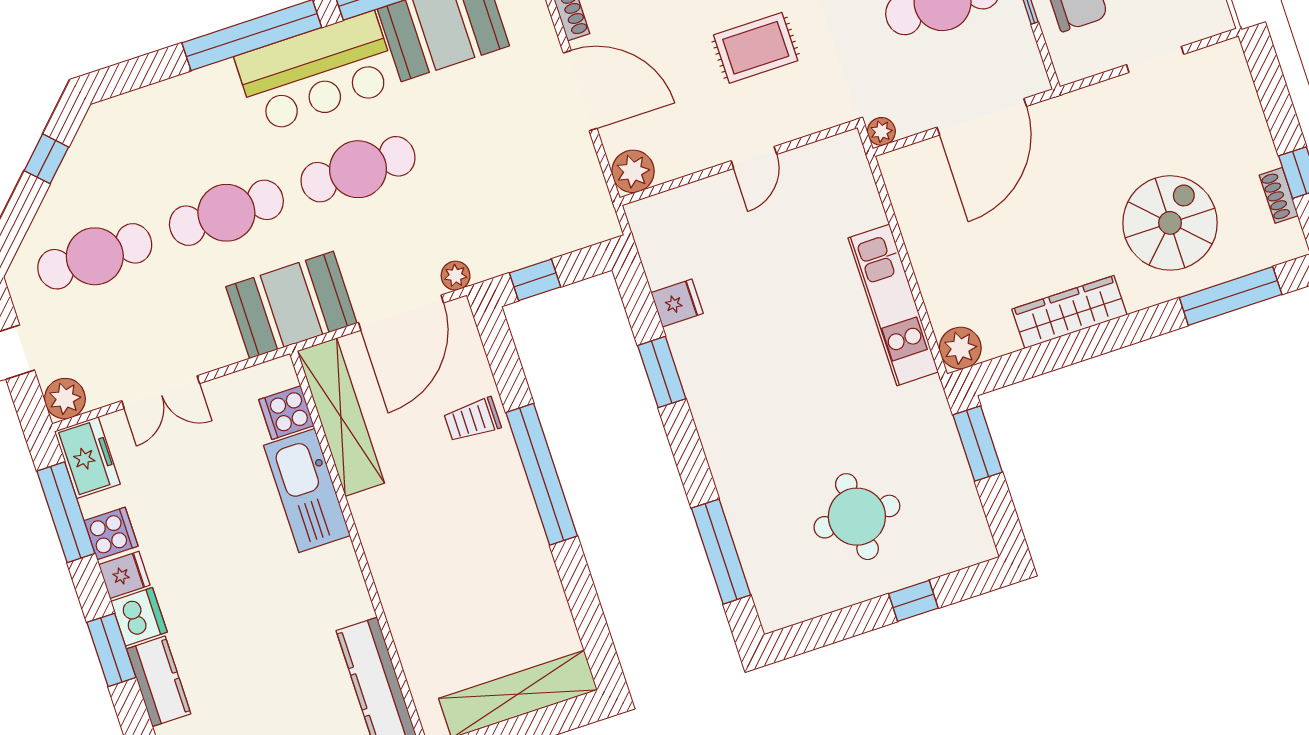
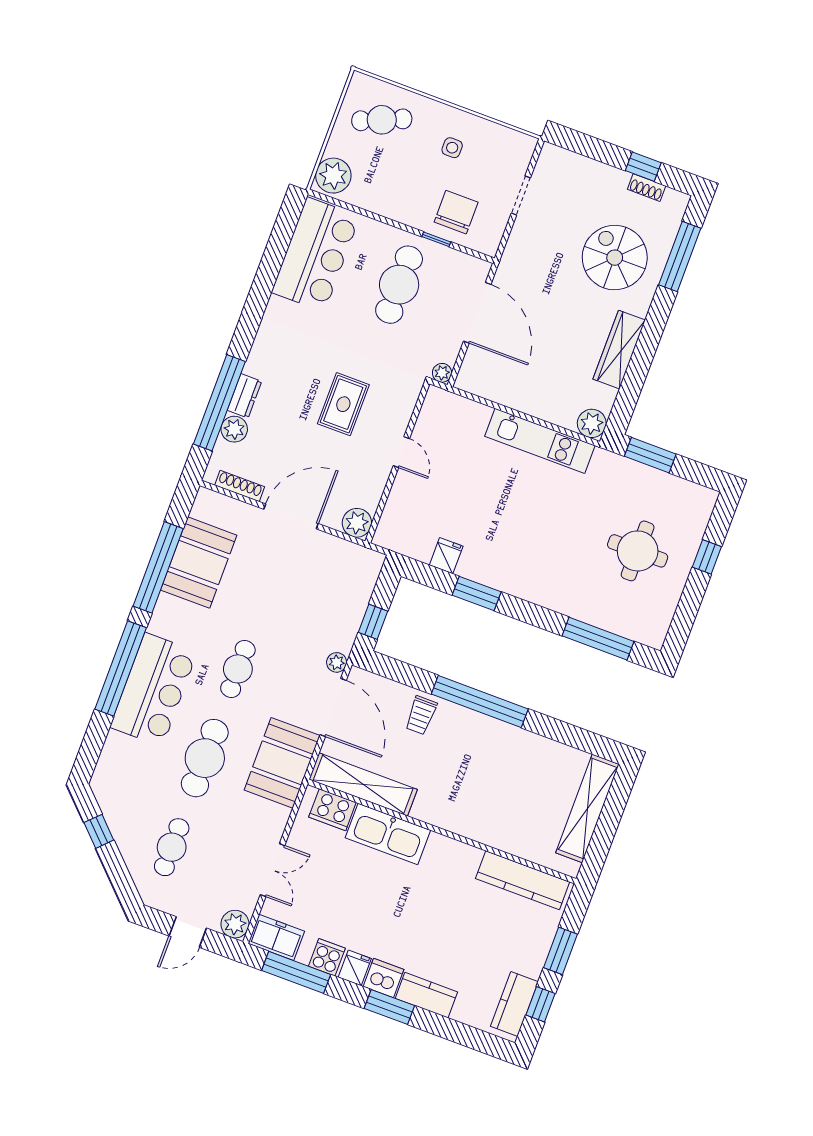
bar counter: (317, 72) -> (154, 690), moved
cafe table: (358, 169) -> (238, 669), width x0.73, depth x0.74
cafe table: (95, 256) -> (172, 847), width x0.73, depth x0.74
cooker: (286, 413) -> (332, 810), width x1.36

